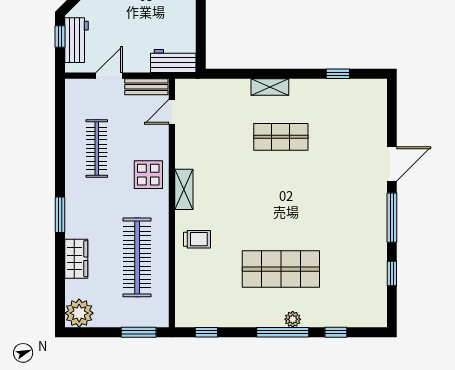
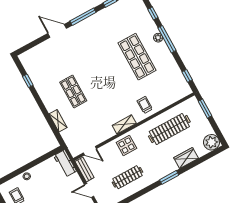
shelving: (270, 87) -> (58, 121), moved

